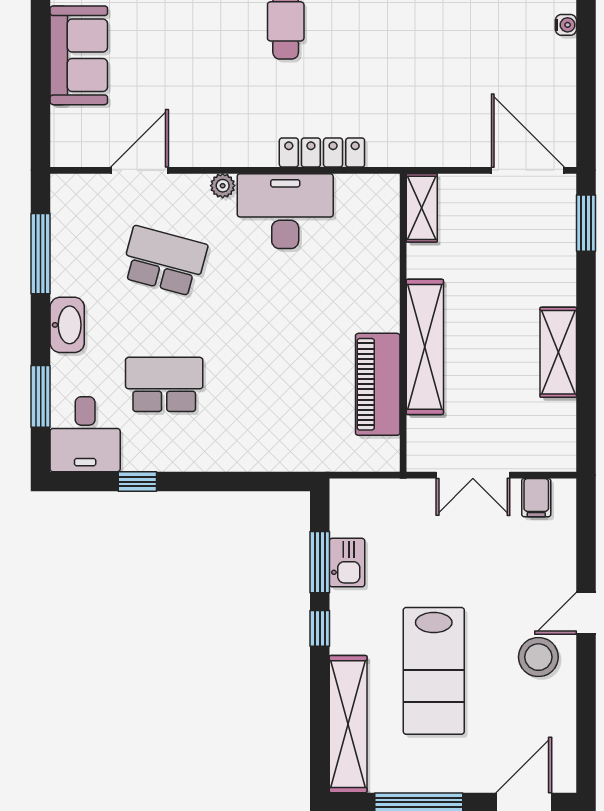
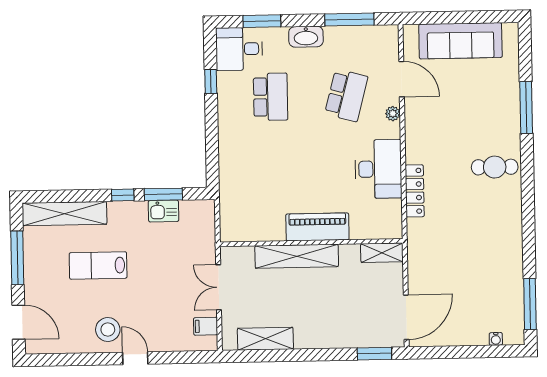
sofa: (79, 55) -> (460, 41), width x1.36
plant: (223, 186) -> (393, 114), moved
shelving: (558, 352) -> (265, 339), moved
piano: (378, 384) -> (317, 227), moved
lab bench: (434, 671) -> (98, 265), width x0.73, depth x0.72

